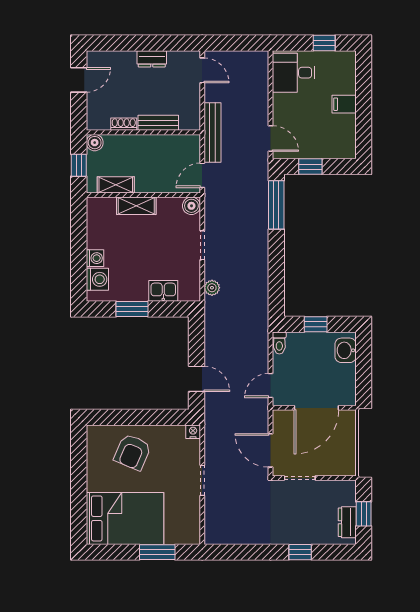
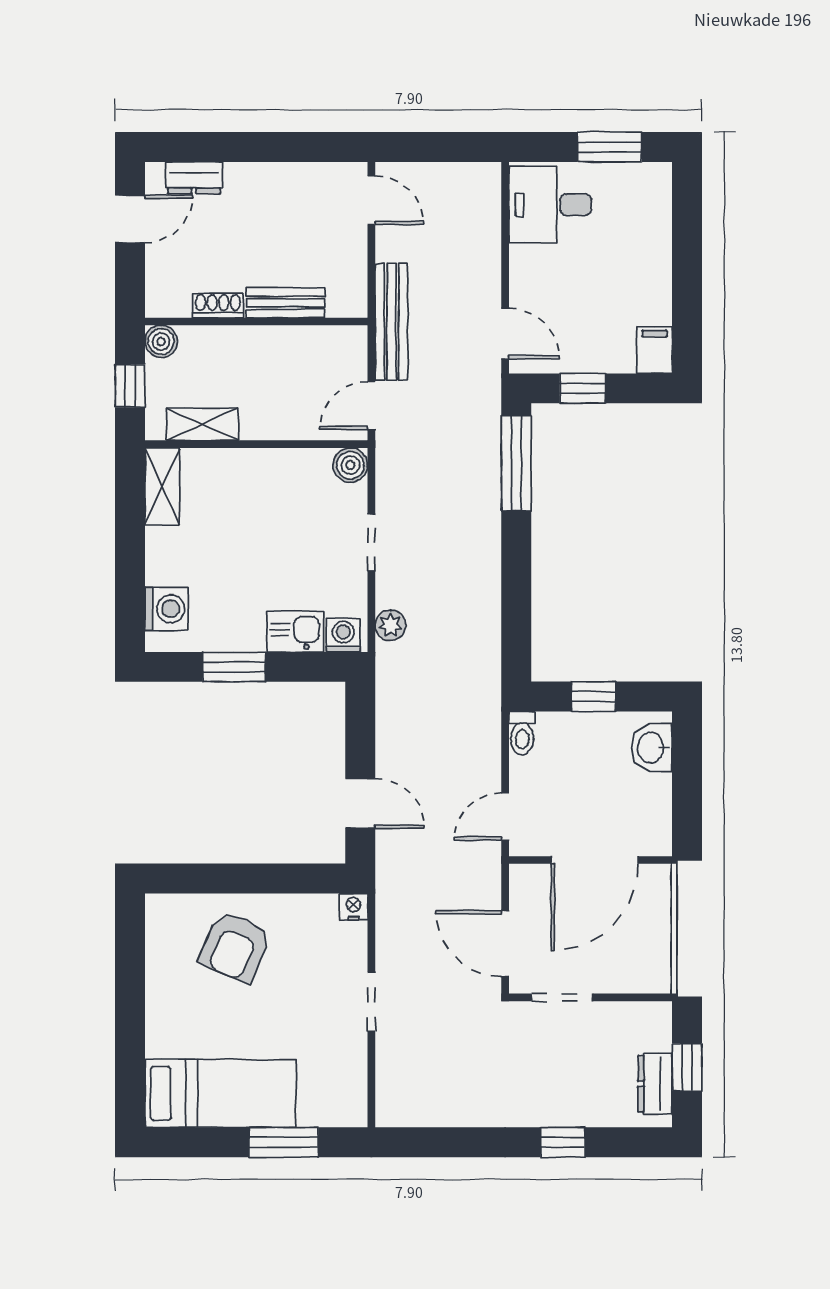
window: (324, 43) -> (610, 147), width x1.50
dresser: (152, 59) -> (194, 178), moved
filing cabinet: (344, 104) -> (655, 350), moved, turned 90
shelving: (136, 206) -> (162, 486), moved, turned 90
washing machine: (95, 258) -> (343, 635), moved, turned -90
bed: (125, 518) -> (220, 1093), width x0.67

